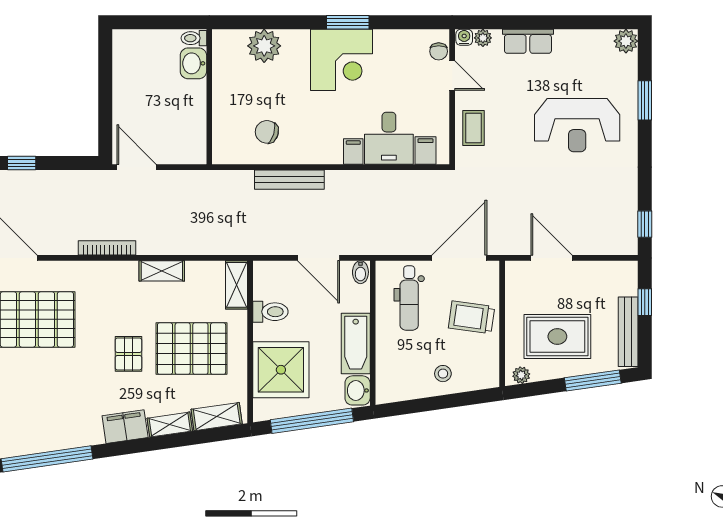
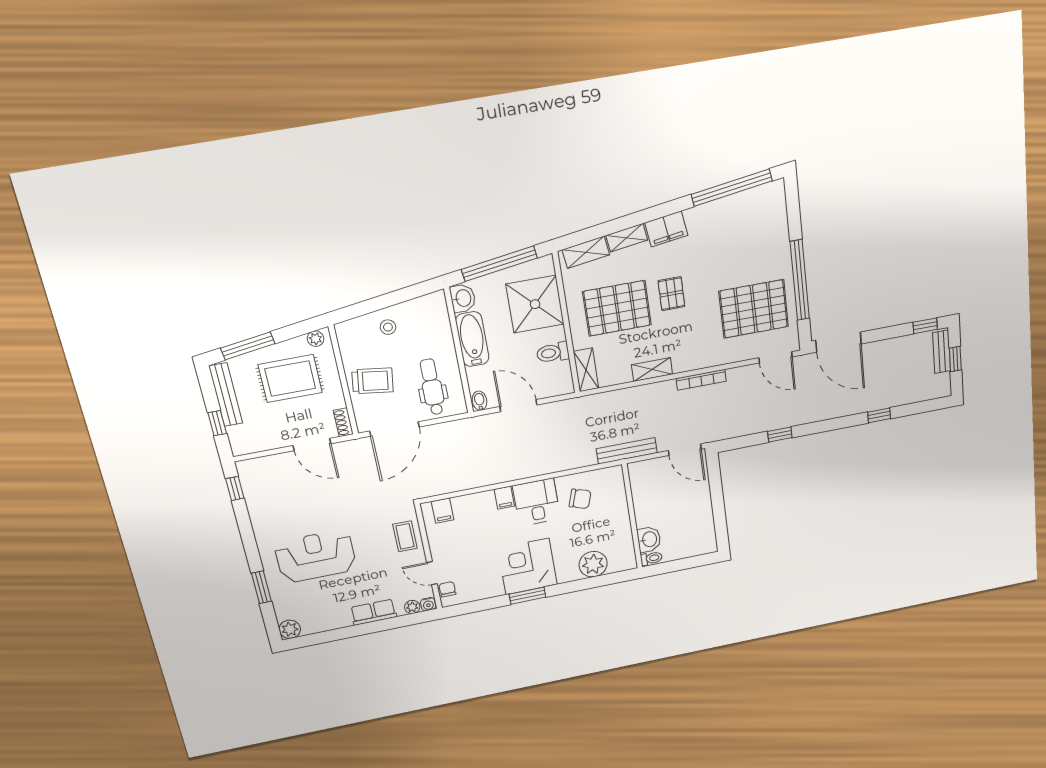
desk: (389, 138) -> (536, 502), moved
bench: (289, 180) -> (627, 451), moved
shoe rack: (513, 277) -> (343, 422), added

